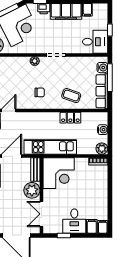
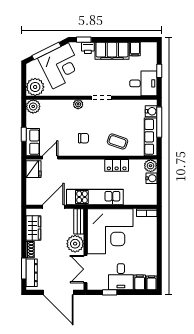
plant: (102, 149) -> (151, 166), moved
corner desk: (59, 173) -> (110, 231), width x1.36, depth x1.36

